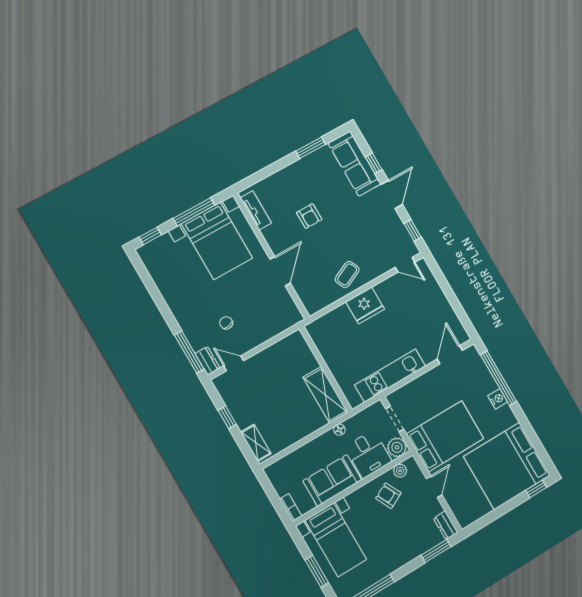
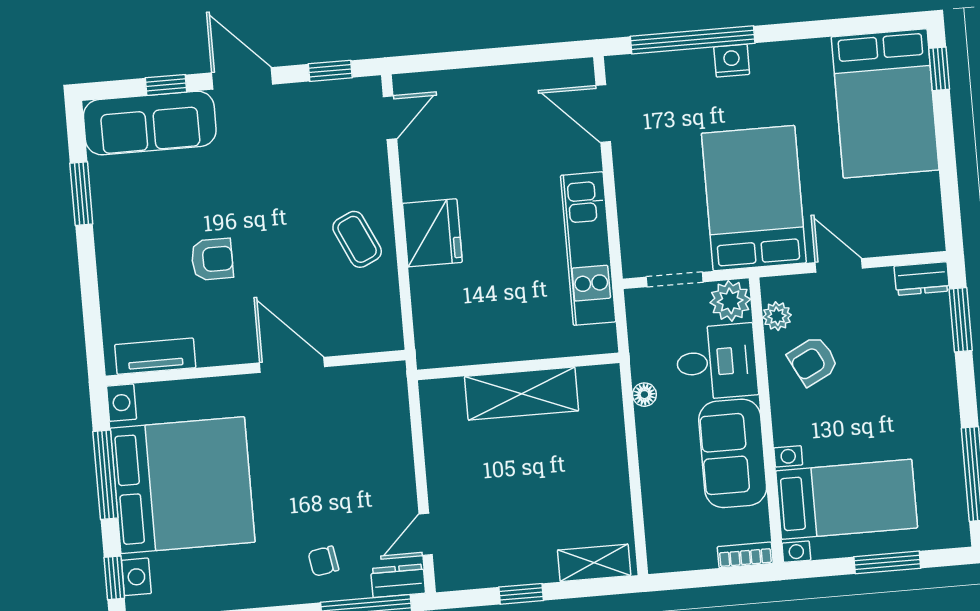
bed with nightstands: (217, 241) -> (183, 485), width x1.36
chair: (226, 323) -> (323, 561), moved
shelving: (325, 395) -> (522, 394), moved
bed: (507, 466) -> (885, 103), width x0.73

